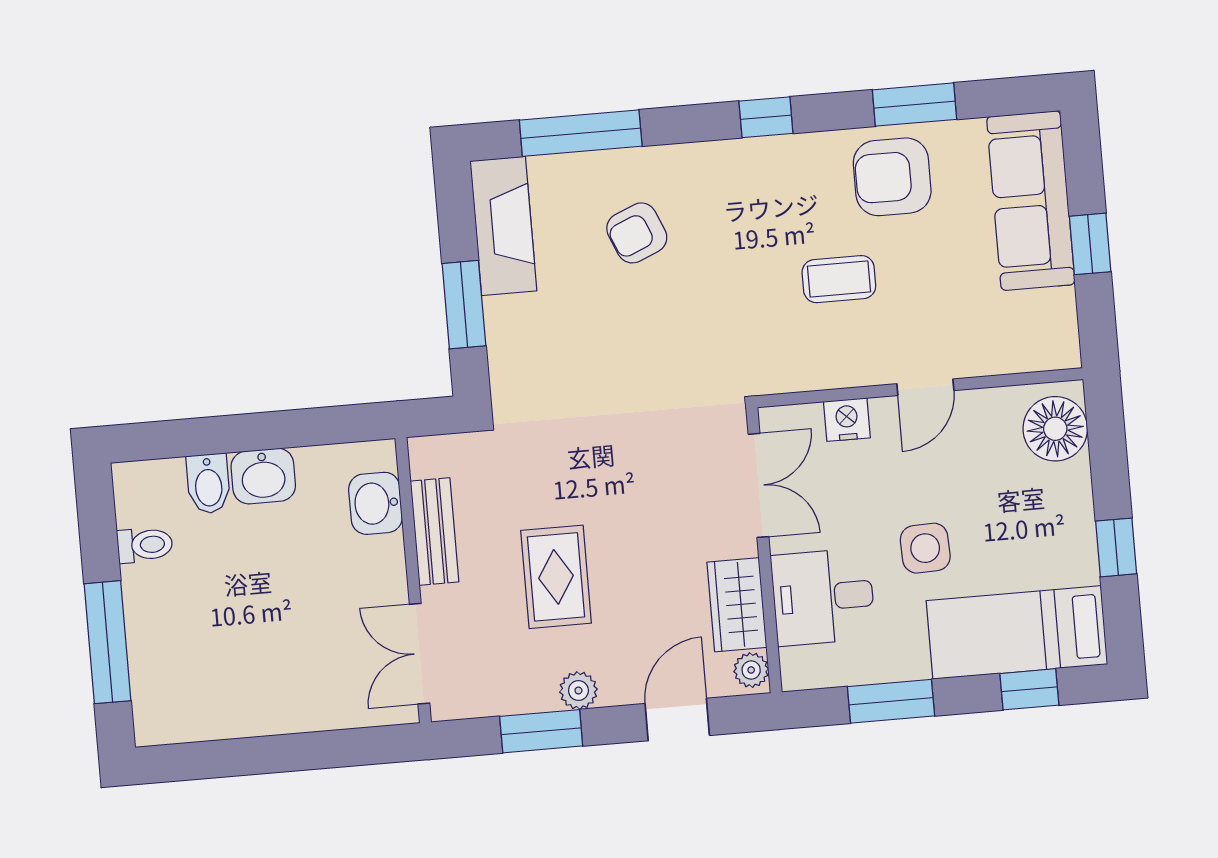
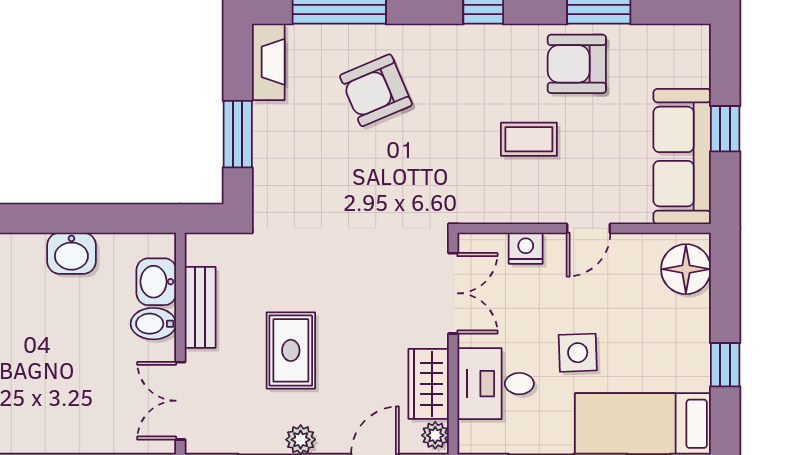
sofa: (1031, 201) -> (682, 156), moved
fireplace: (503, 226) -> (268, 62), width x0.73, depth x0.76
armchair: (637, 233) -> (376, 90), width x1.38, depth x1.38
bidet: (208, 484) -> (153, 324), moved, turned 90

